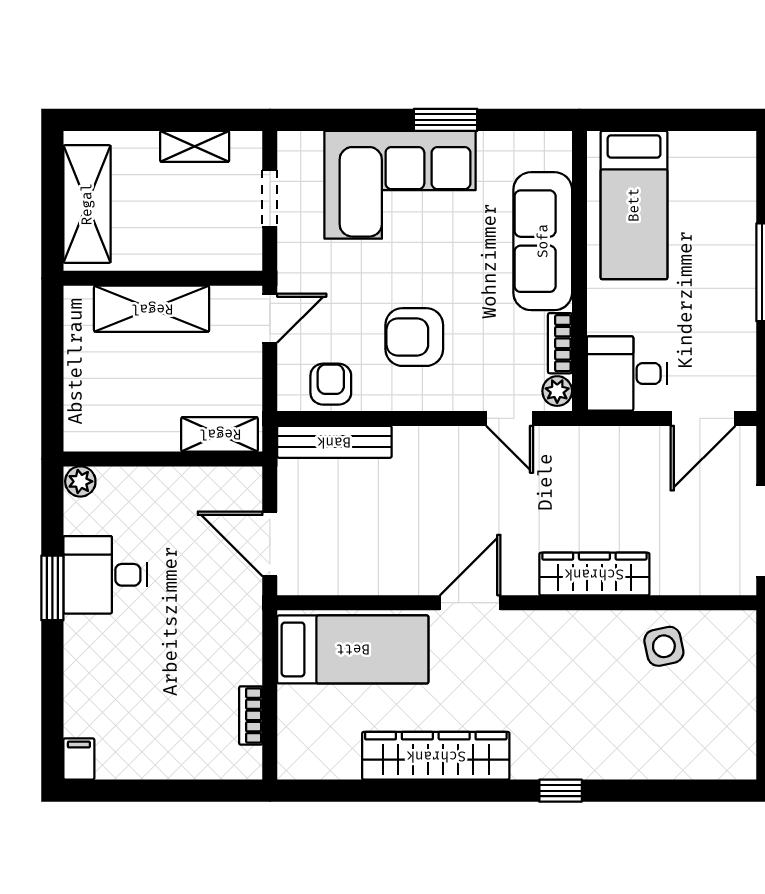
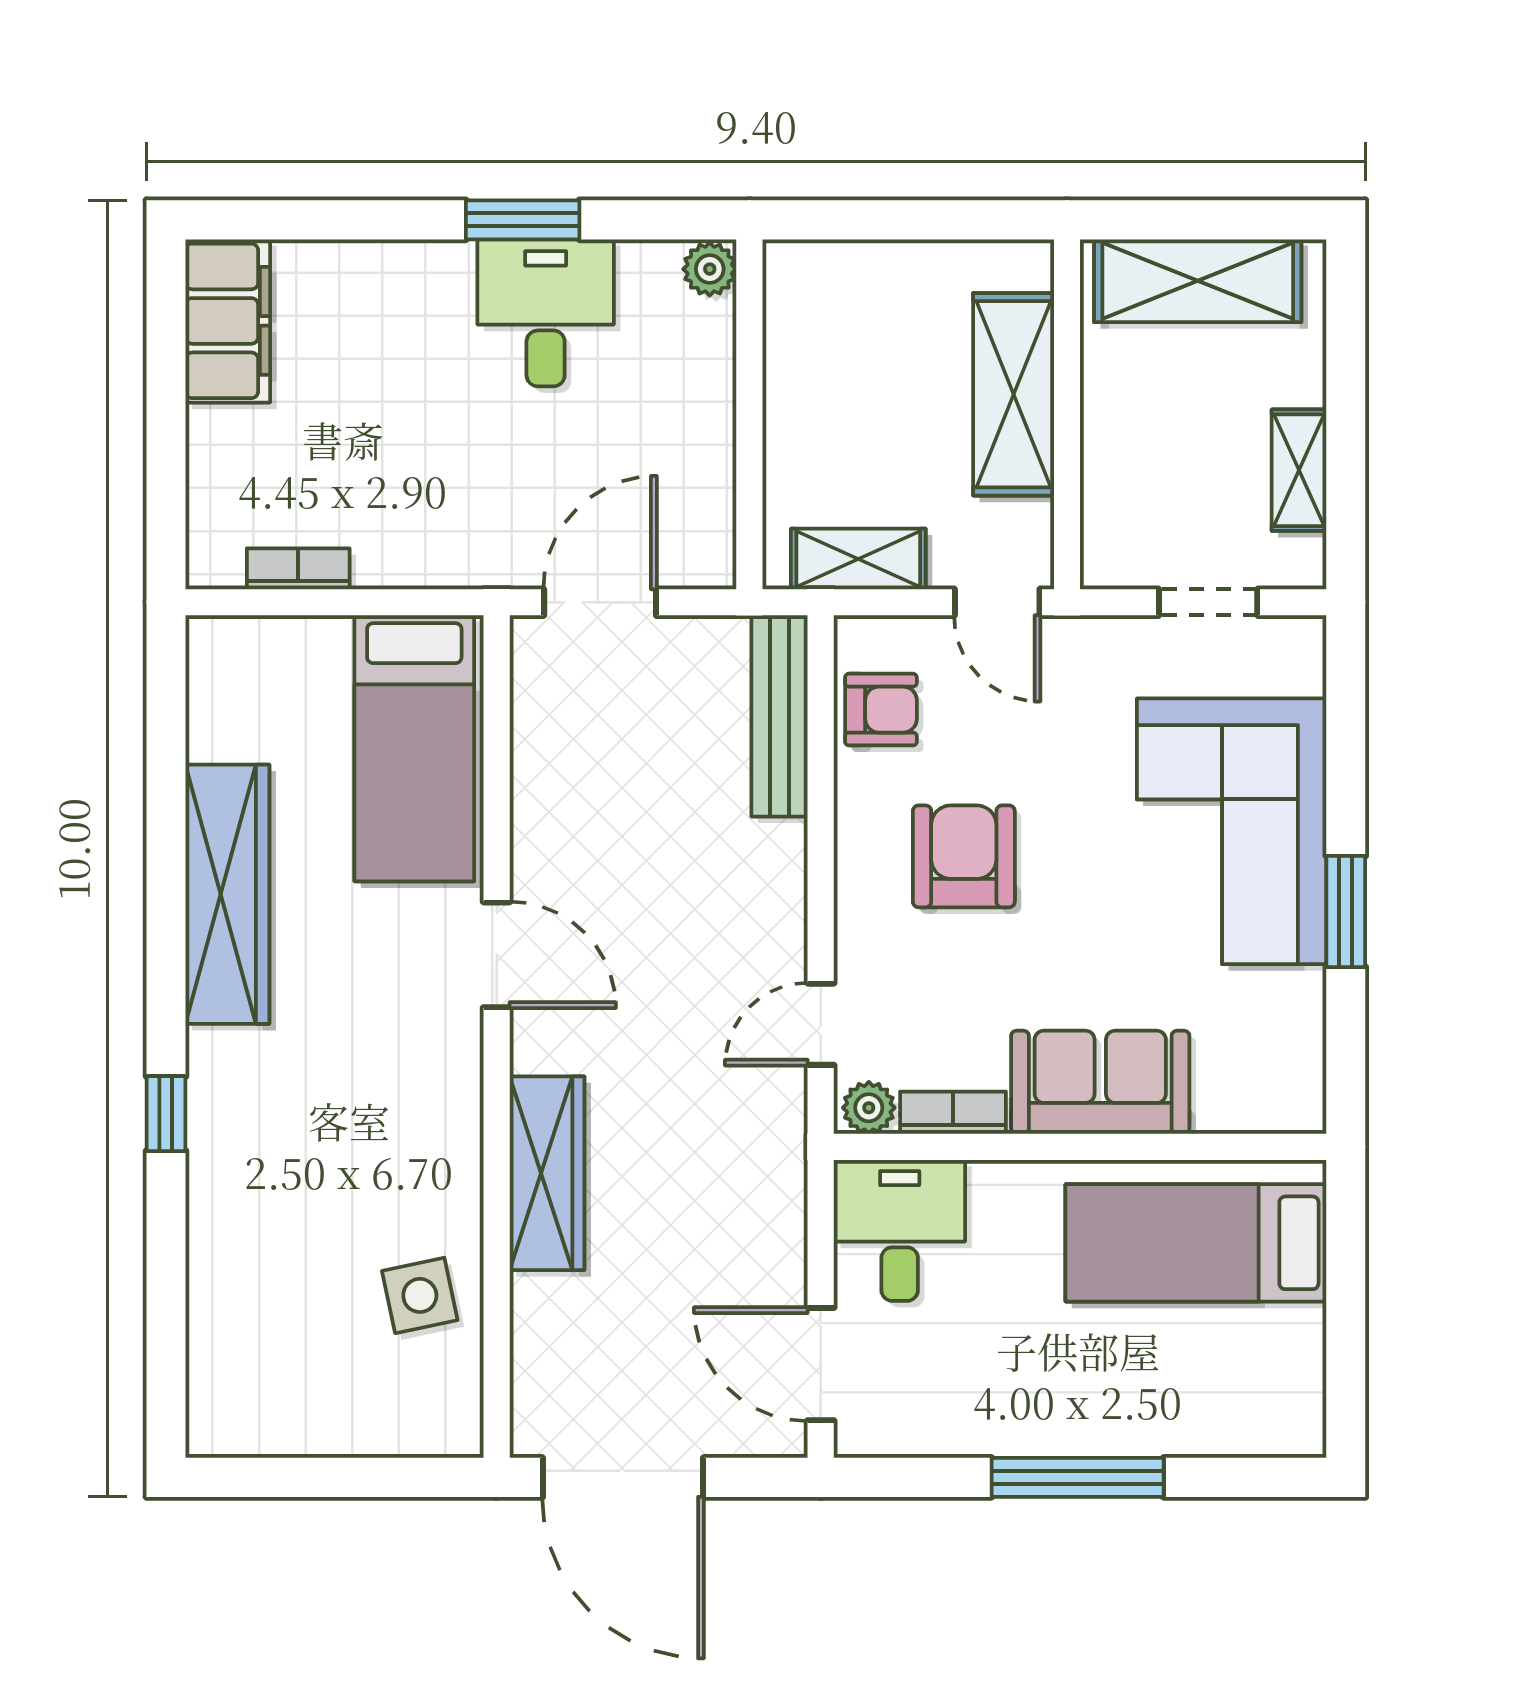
sofa: (543, 241) -> (1100, 1082), width x0.73
shelving: (220, 434) -> (858, 559), moved, turned 90
filing cabinet: (79, 759) -> (228, 321), width x3.00, depth x1.17

